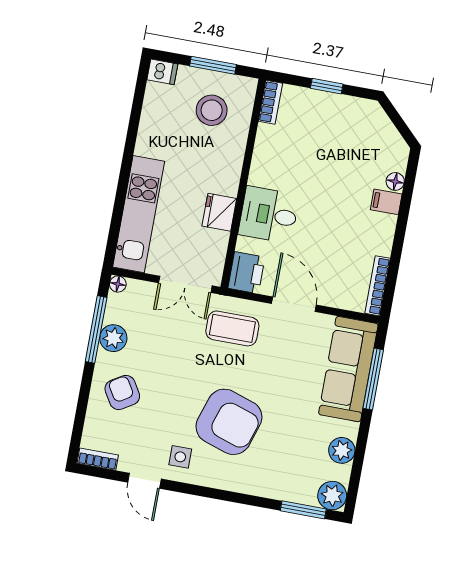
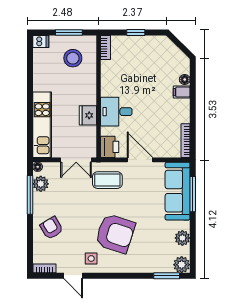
plant: (113, 338) -> (41, 184), moved

